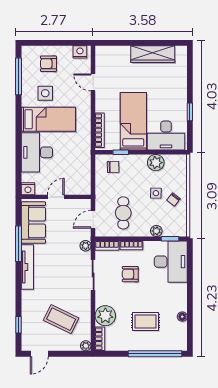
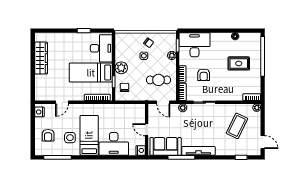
plant: (156, 163) -> (121, 68), moved
plant: (105, 316) -> (234, 93), removed
rug: (145, 321) -> (239, 63), turned 90

